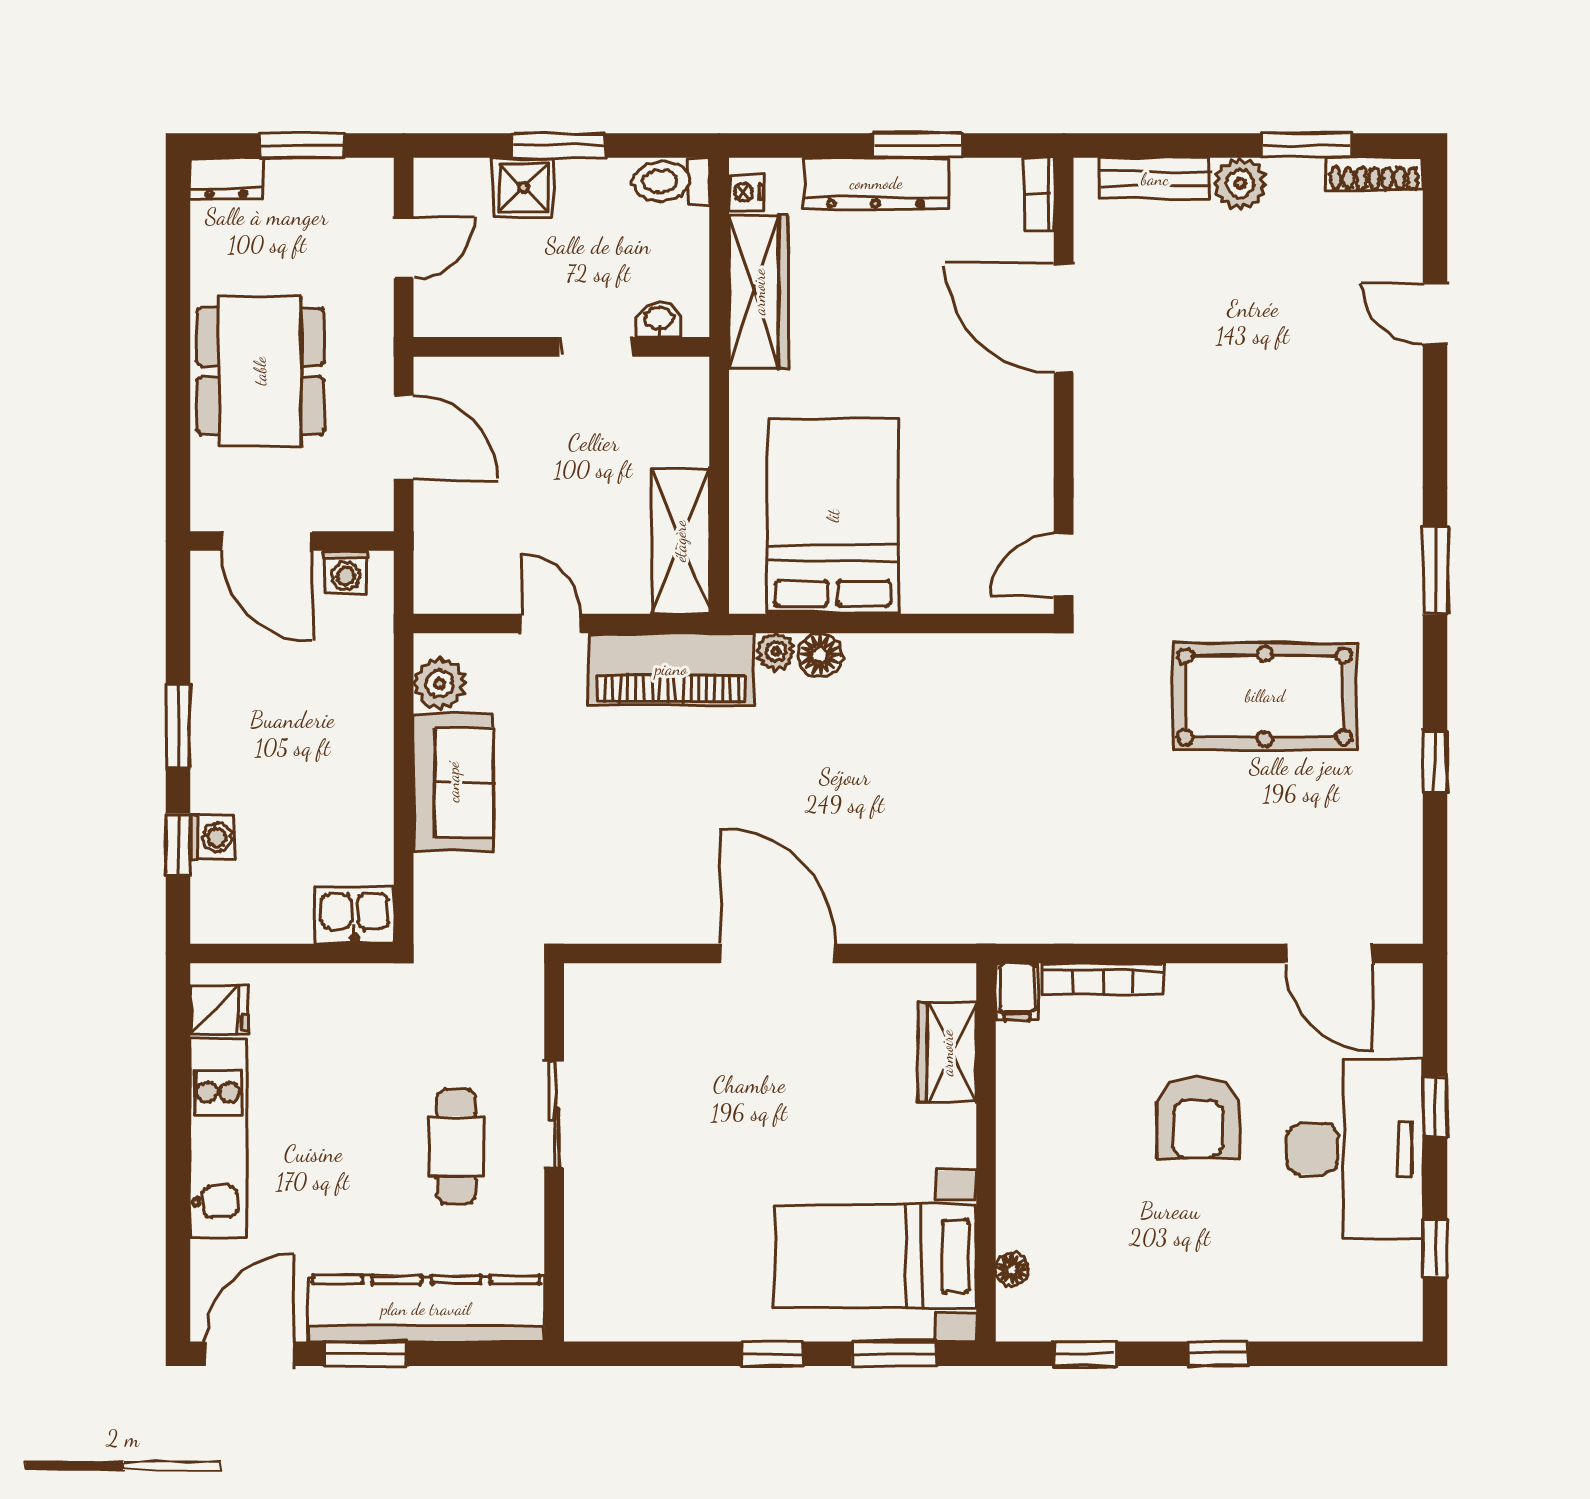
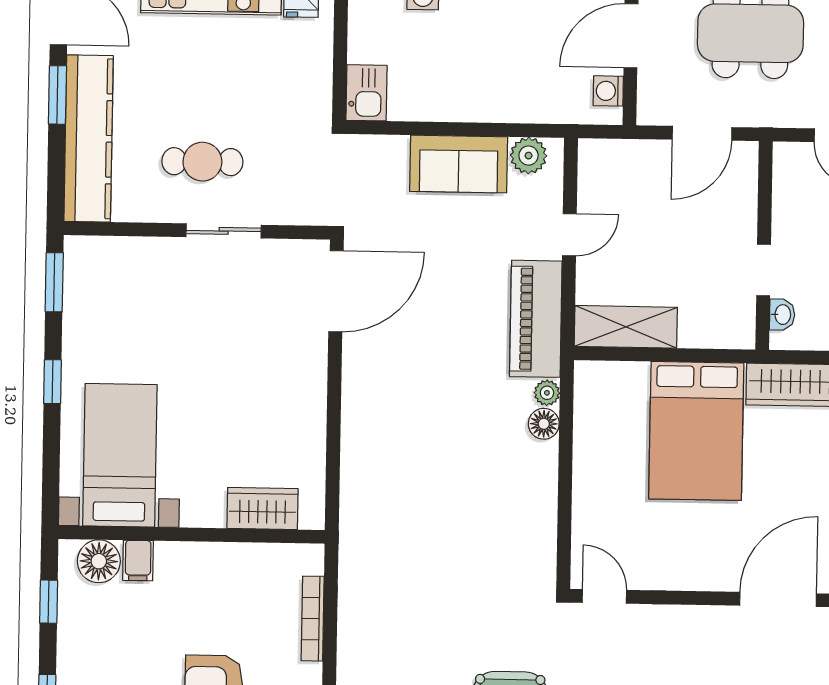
bed: (833, 516) -> (696, 431), moved, turned 90
door: (778, 953) -> (336, 291), moved
filing cabinet: (1017, 992) -> (138, 560), moved, turned -90
floor lamp: (1012, 1269) -> (99, 561), width x1.89, depth x1.89
window: (894, 1354) -> (54, 282), moved

